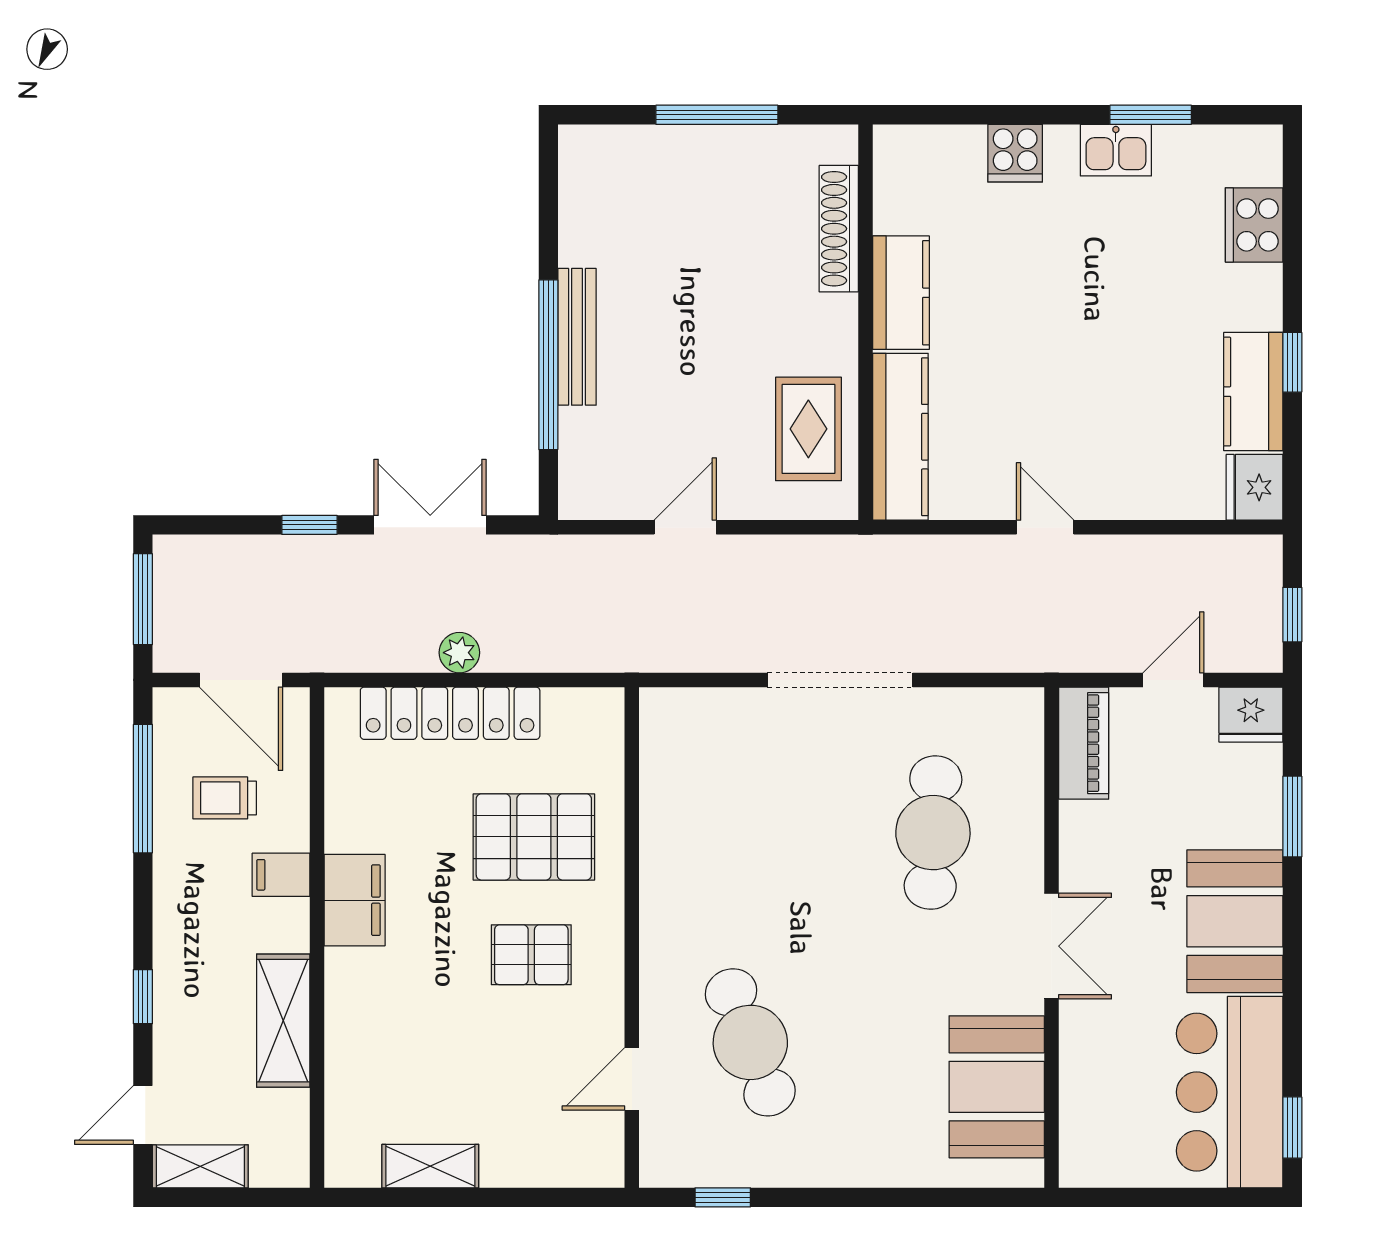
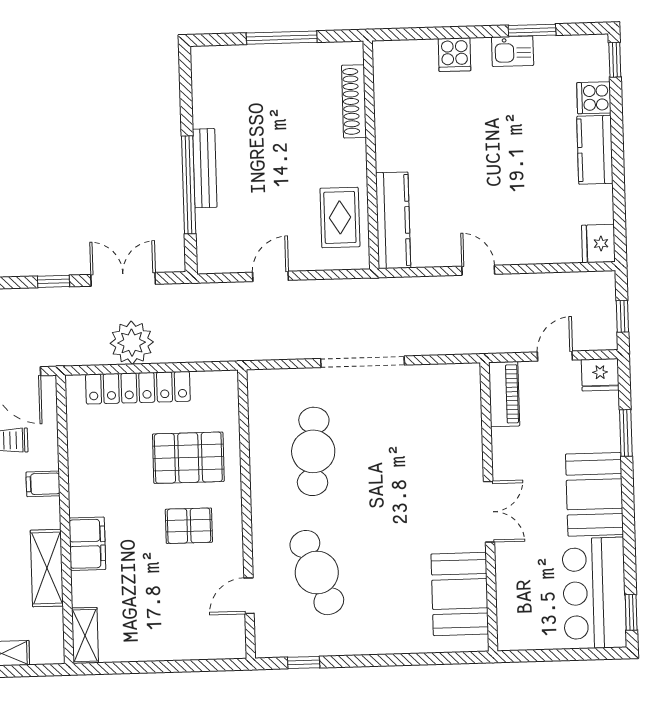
cooker: (1254, 225) -> (594, 98), width x0.73
kitchen counter: (901, 293) -> (391, 137), removed
window: (1292, 362) -> (615, 60), moved
kitchen counter: (1253, 392) -> (595, 150), moved
plant: (459, 653) -> (132, 343), width x1.87, depth x1.87
cafe table: (933, 833) -> (313, 451), moved
filing cabinet: (355, 900) -> (87, 544), moved
shelving: (430, 1166) -> (85, 636), moved, turned 90

